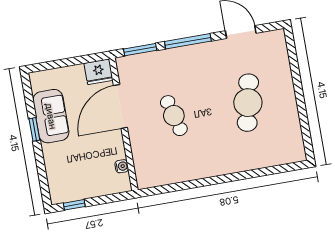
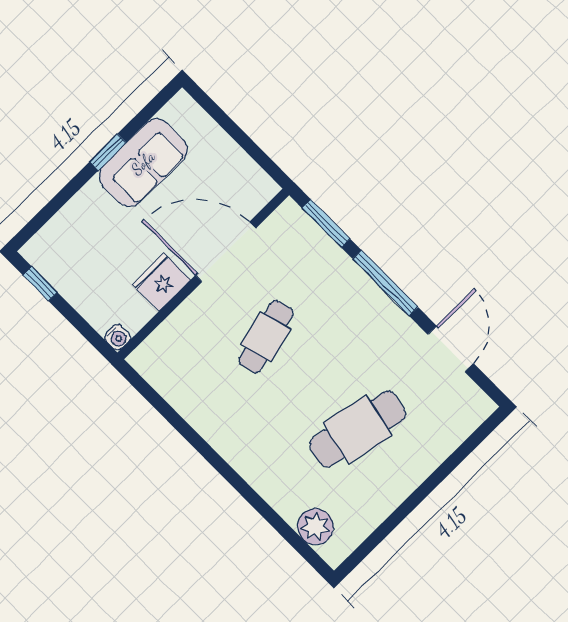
fridge: (99, 72) -> (161, 282), moved, turned 90
plant: (280, 155) -> (316, 527), added
water cooler: (122, 166) -> (118, 337), moved

